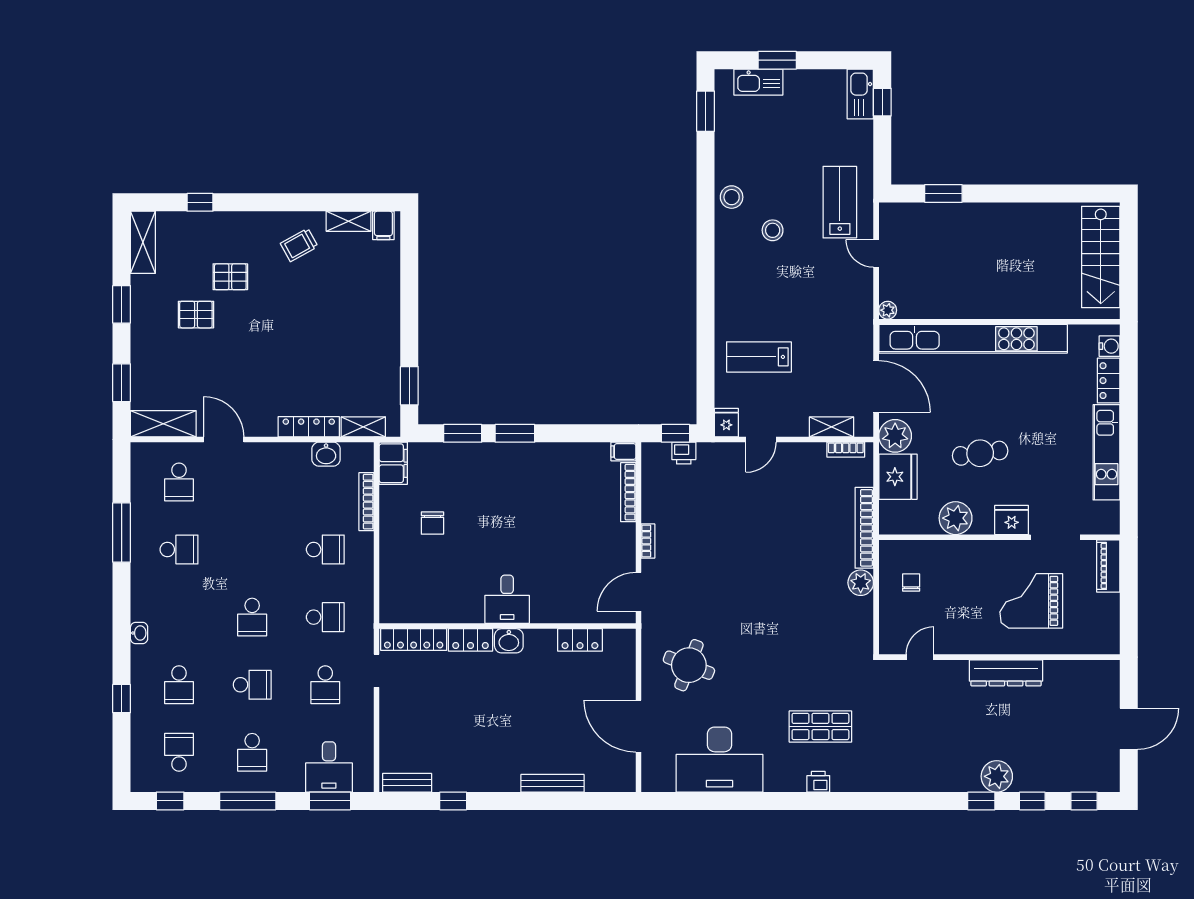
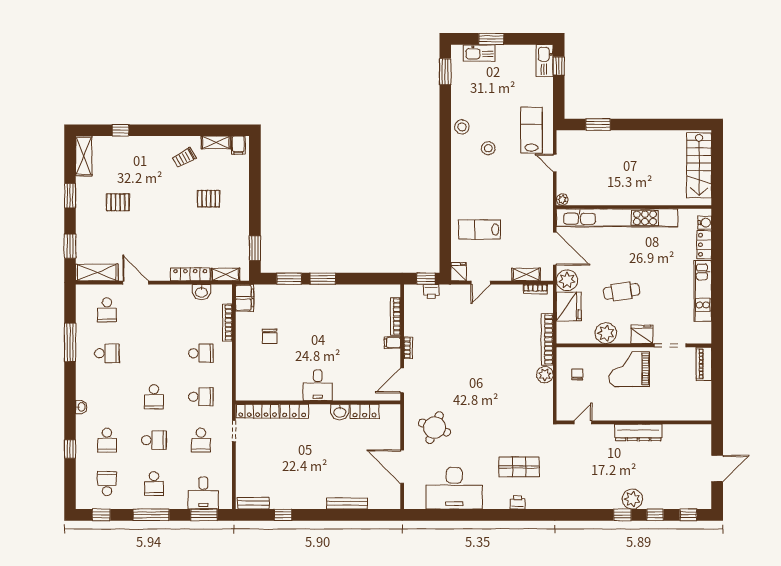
pallet: (230, 277) -> (209, 199), moved
filing cabinet: (623, 451) -> (392, 343), moved
grand piano: (1031, 601) -> (629, 369), moved
washbasin: (509, 641) -> (340, 412), moved

